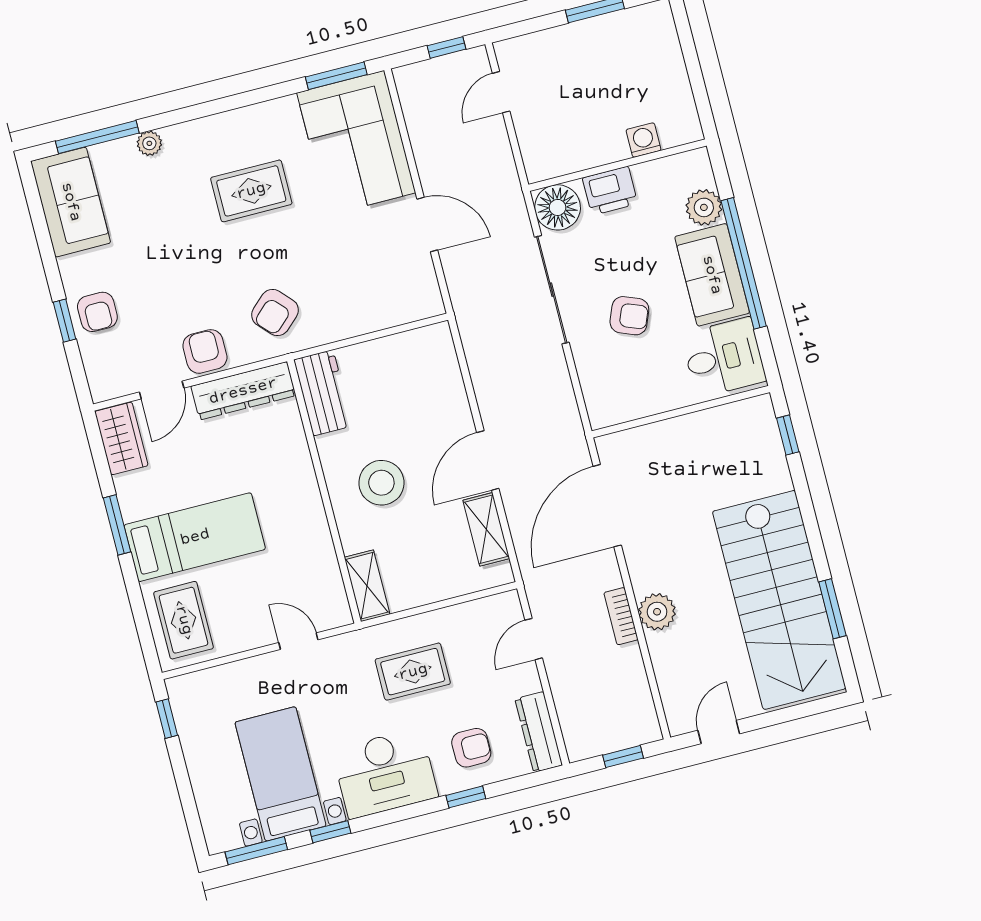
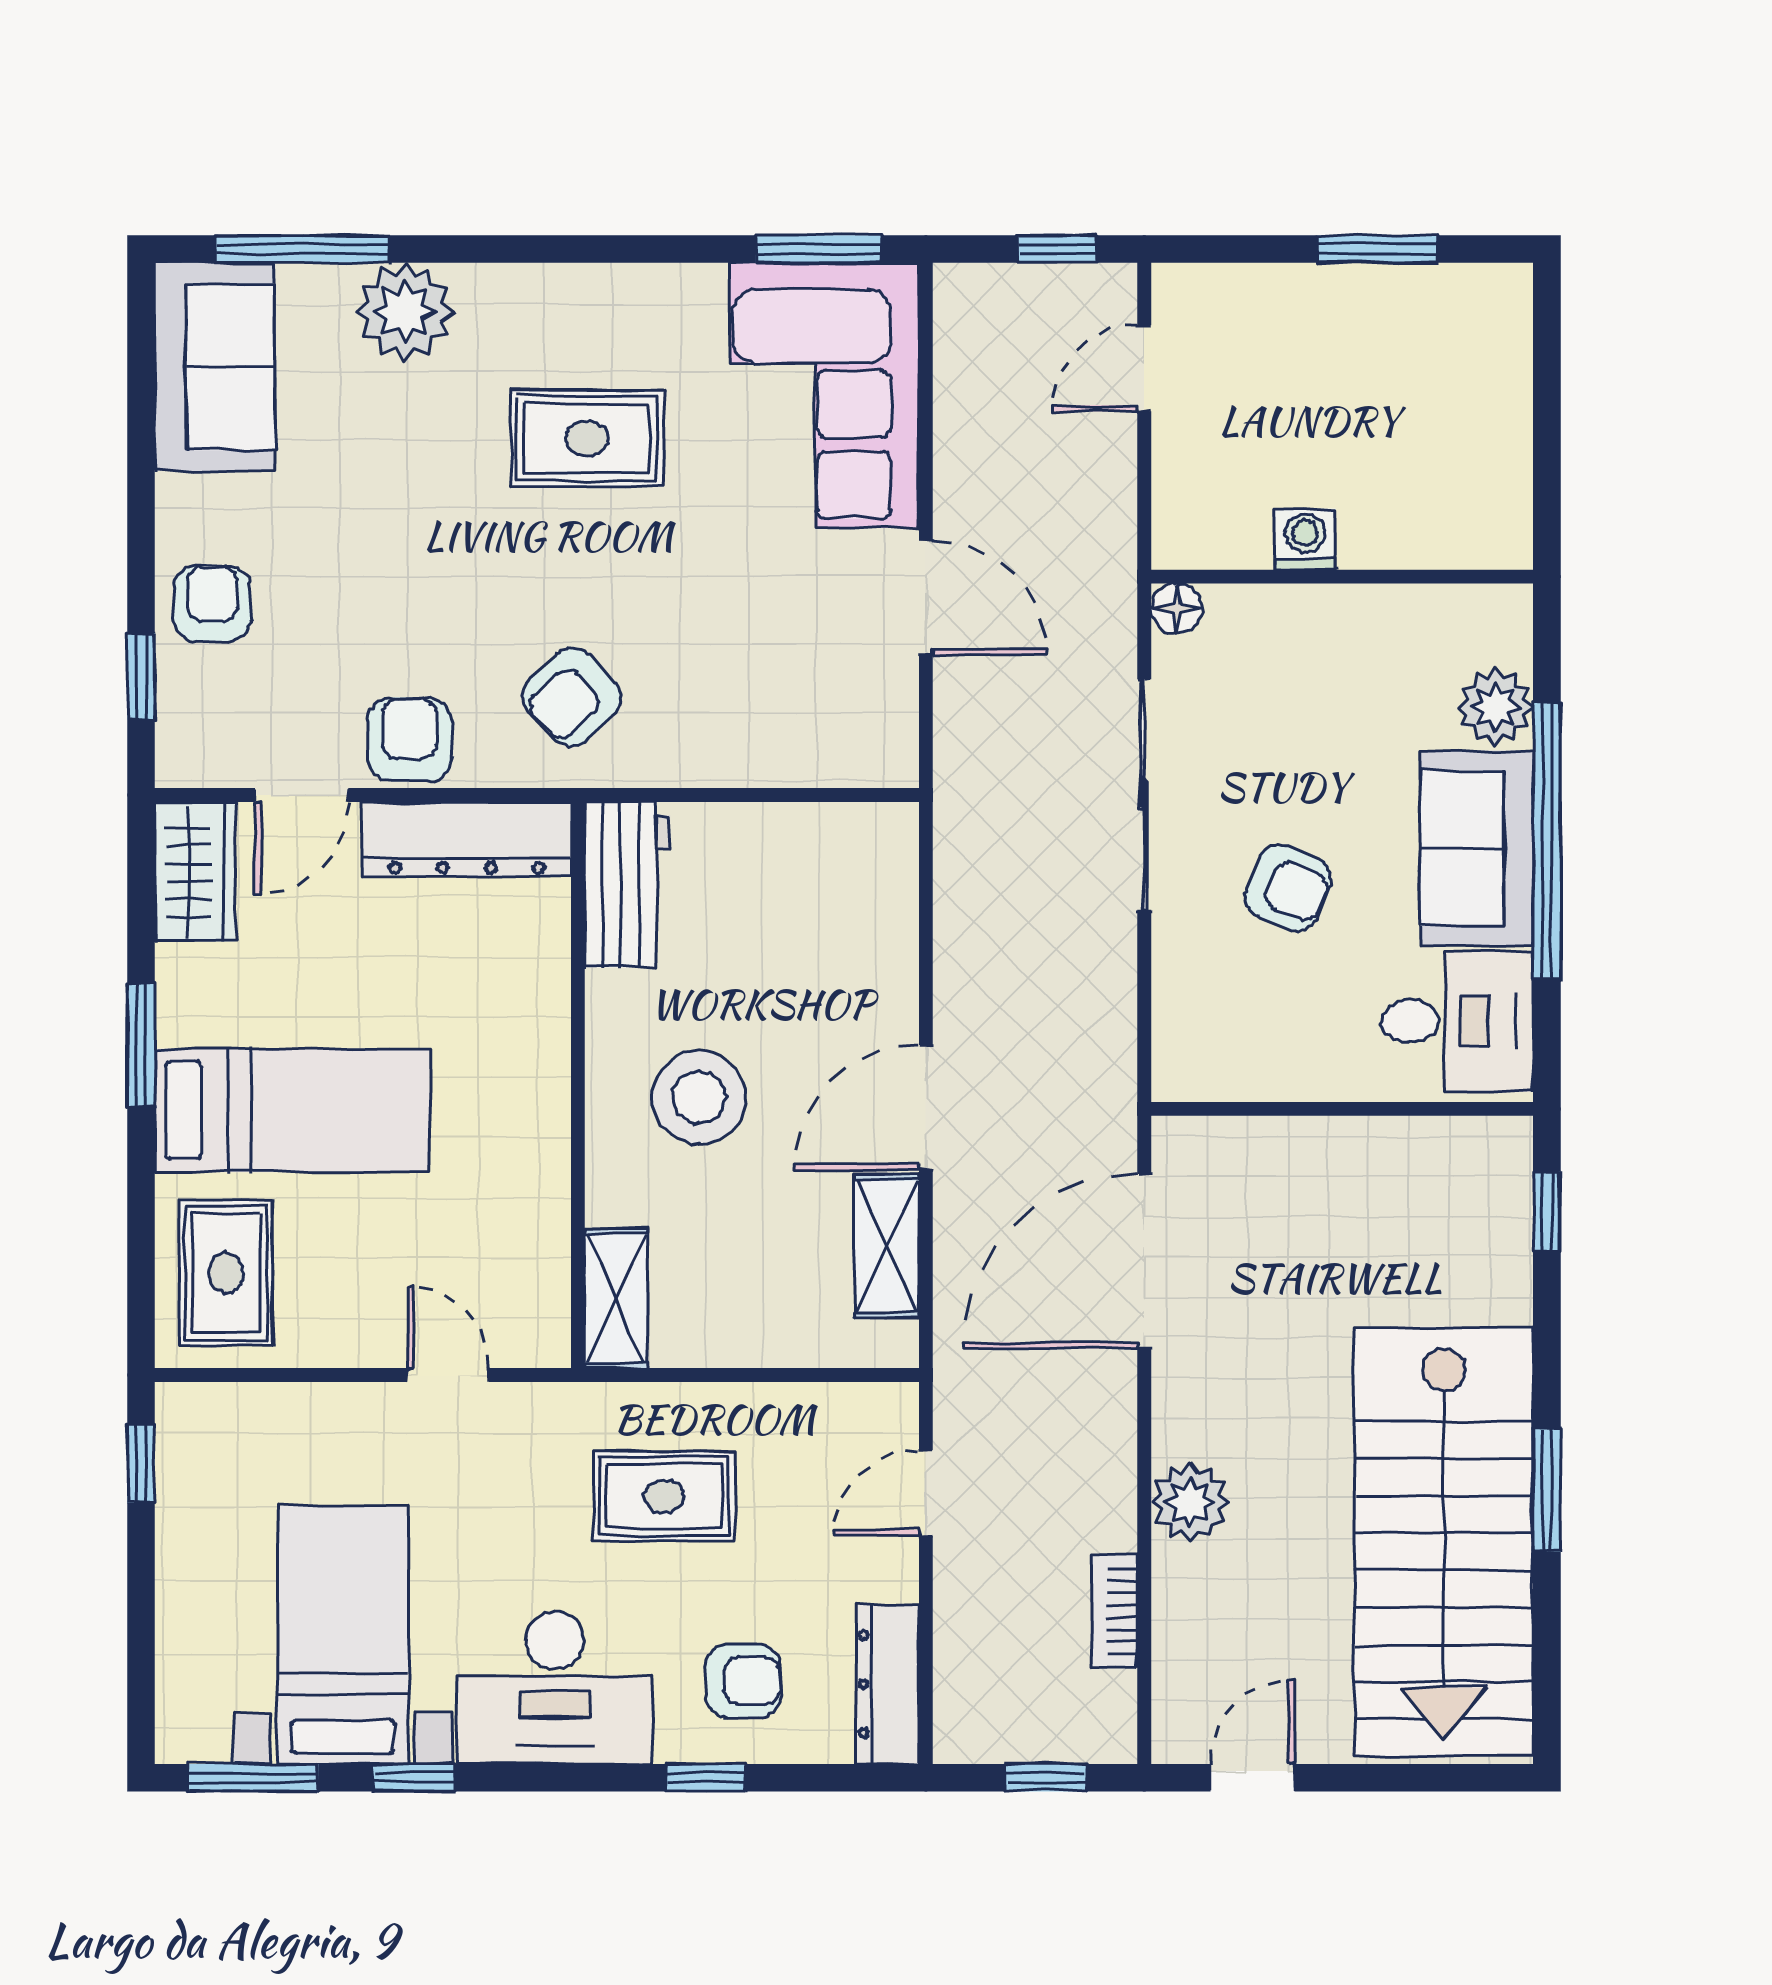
washing machine: (644, 140) -> (1305, 539), moved
plant: (149, 143) -> (405, 312), width x1.87, depth x1.87
printer: (610, 191) -> (1314, 625), removed
floor lamp: (558, 207) -> (1176, 609), width x0.53, depth x0.53
armchair: (97, 312) -> (212, 603), turned 180
window: (65, 321) -> (141, 676), moved
window: (832, 609) -> (1547, 1490), moved
bookcase: (621, 616) -> (1115, 1611), moved

